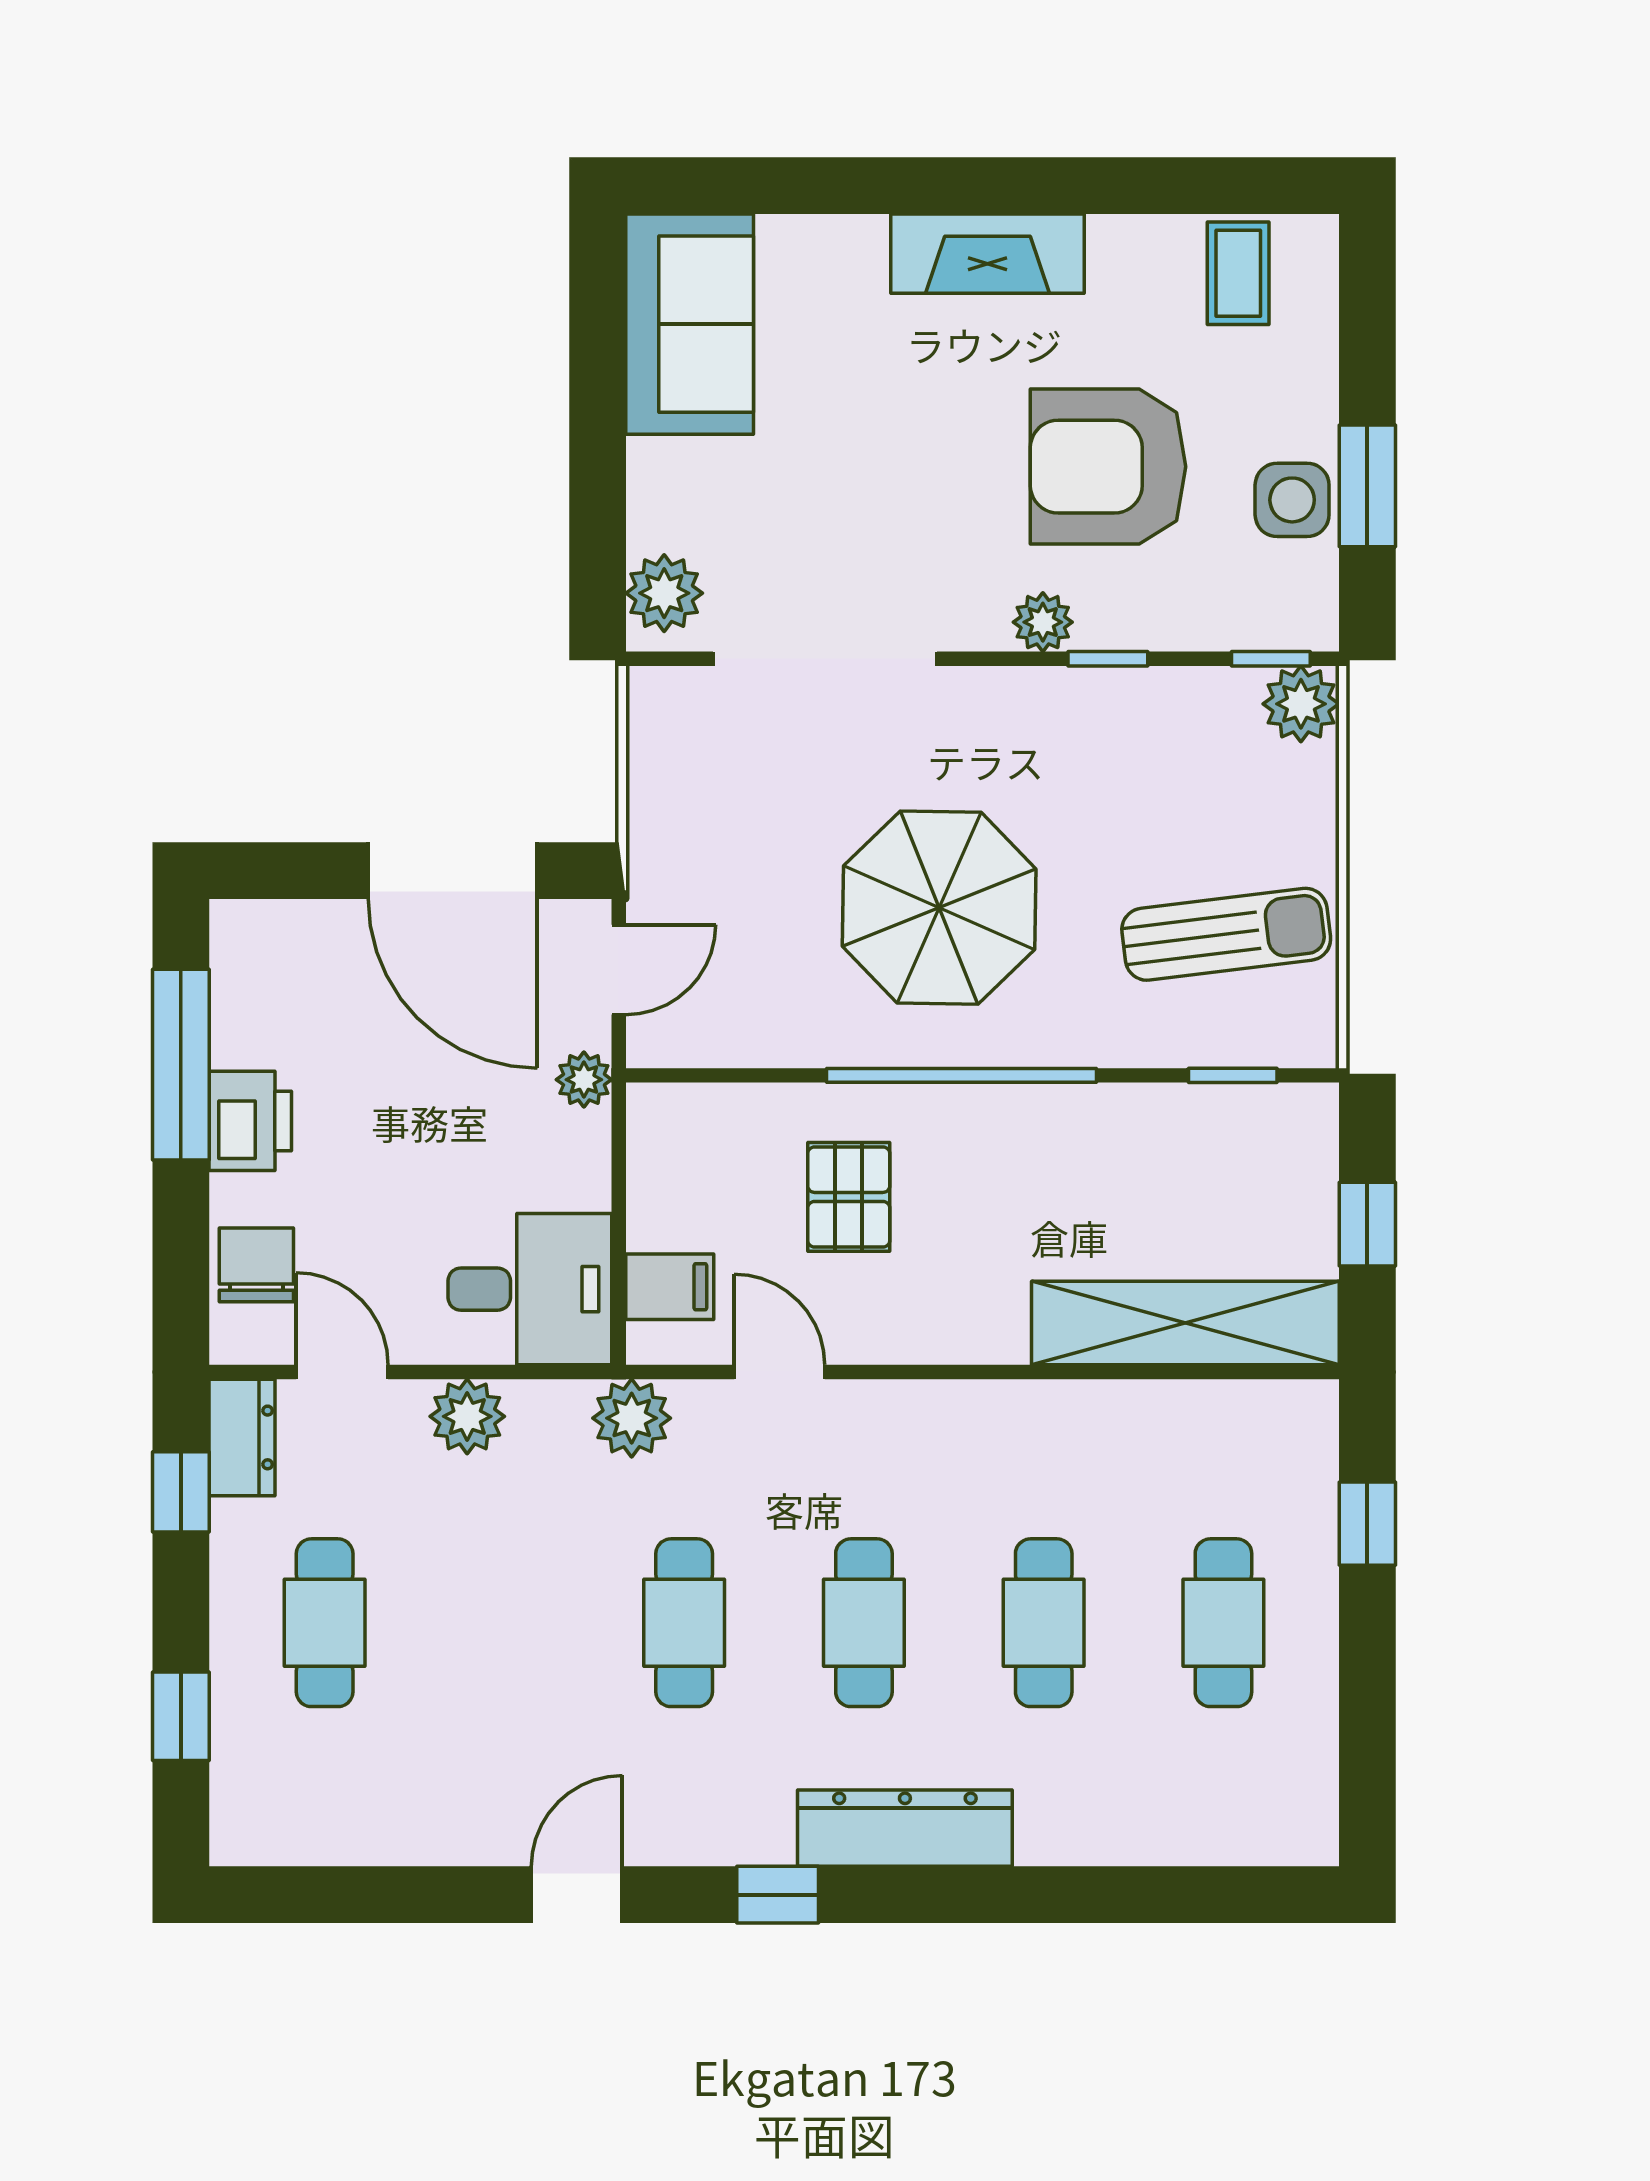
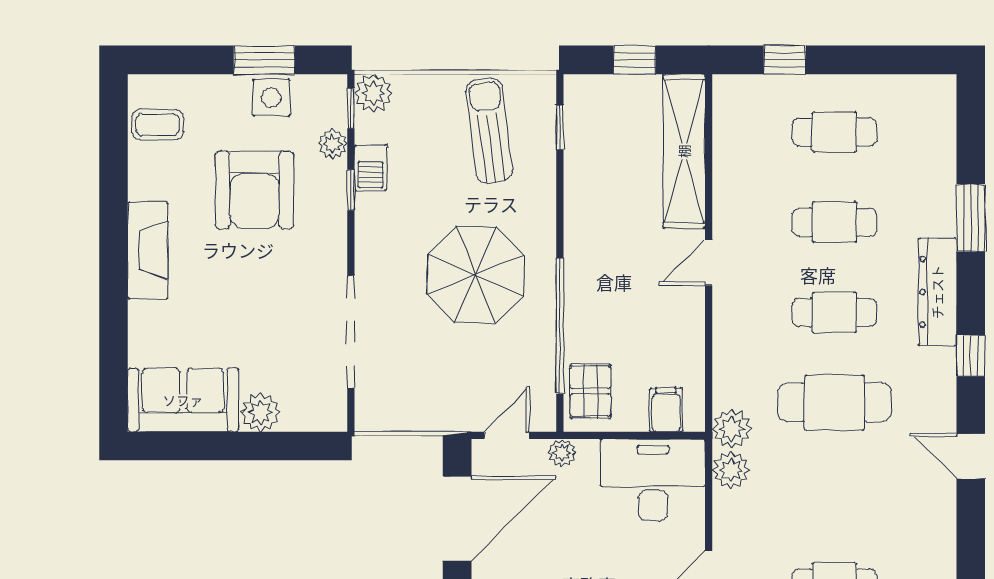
plant: (664, 593) -> (260, 413), moved
plant: (1043, 622) -> (333, 144), moved
barbecue: (1152, 698) -> (371, 168), added
door: (619, 970) -> (507, 435), hinge flipped
window: (961, 1075) -> (560, 326), moved
pallet: (849, 1197) -> (591, 391), moved, turned 90
desk: (530, 1289) -> (653, 480), width x1.37
door: (779, 1372) -> (709, 263), moved
plant: (467, 1416) -> (731, 470), moved
cafe table: (684, 1623) -> (834, 403), width x1.37, depth x1.35
window: (1052, 1895) -> (971, 218), added

